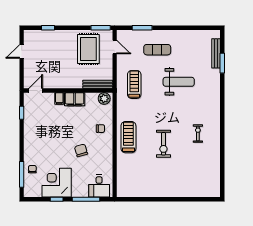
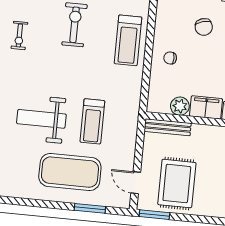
exercise mat: (157, 50) -> (70, 172), width x2.00, depth x1.45
treadmill: (134, 84) -> (92, 121), moved
plant: (104, 99) -> (180, 106), moved

